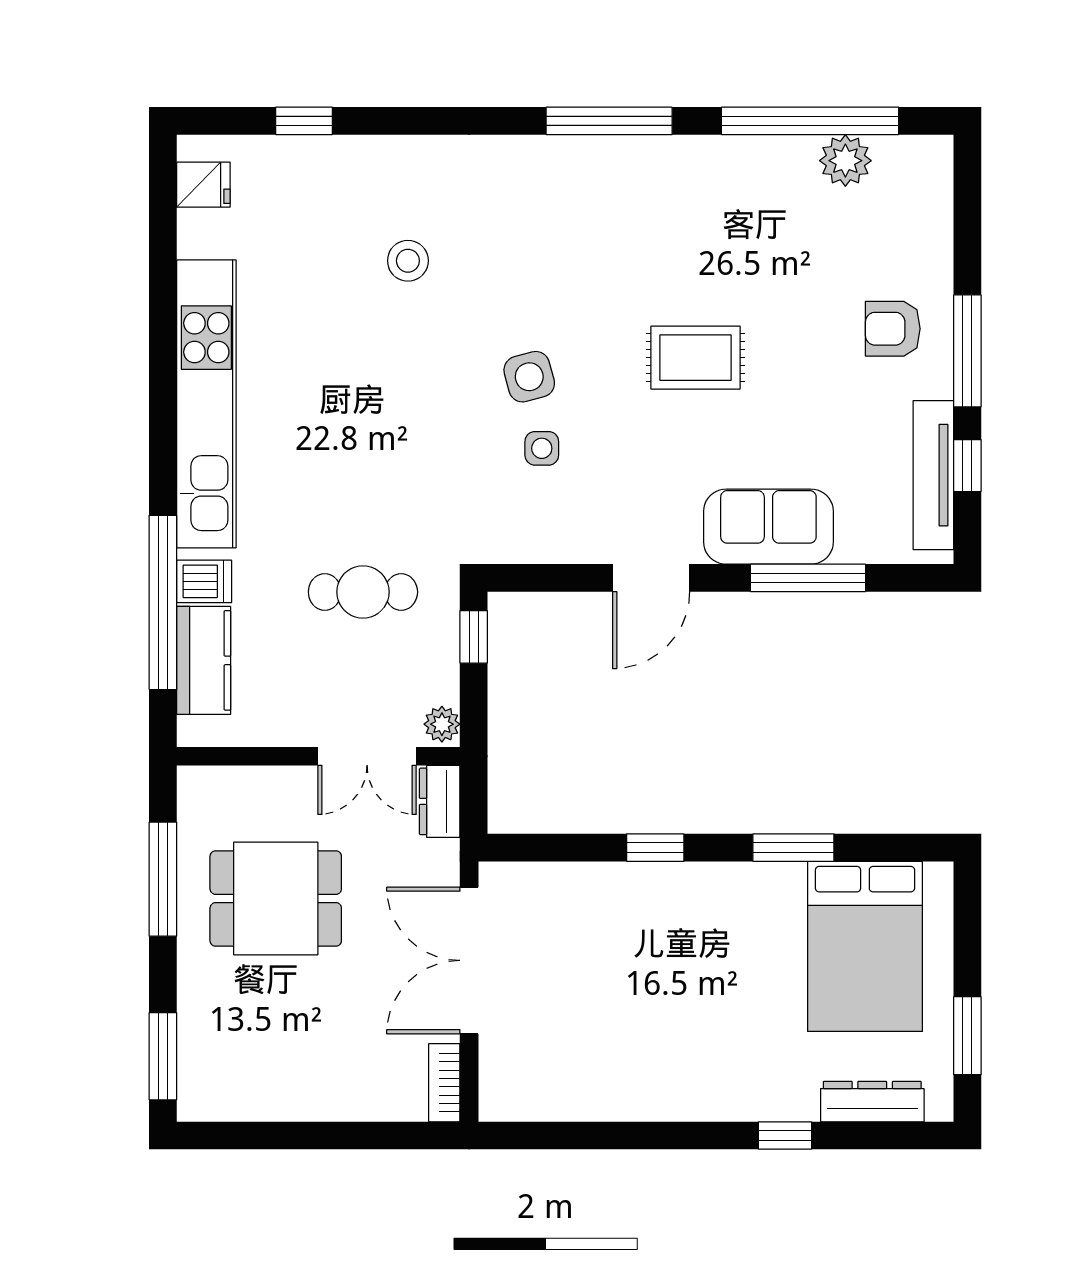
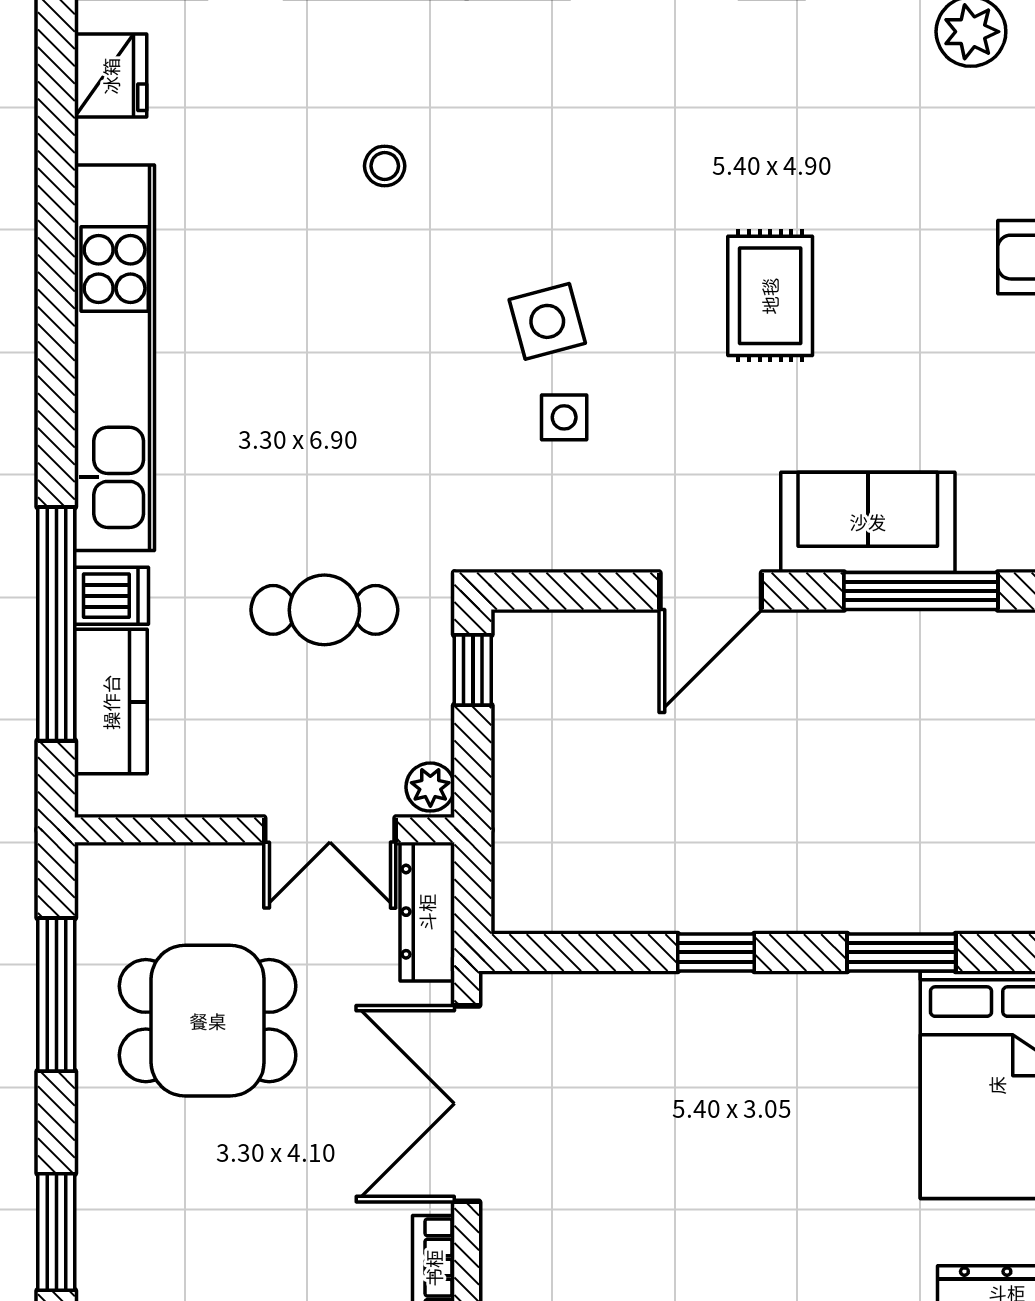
fridge: (203, 185) -> (111, 76), width x1.38
stool: (408, 261) -> (385, 166), width x0.73, depth x0.73
rug: (696, 358) -> (770, 296), turned 90
dresser: (440, 801) -> (427, 912), width x1.44

